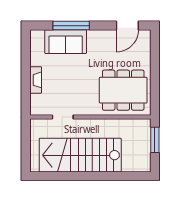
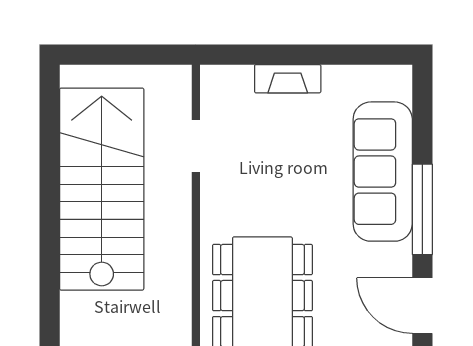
window: (71, 26) -> (422, 209), moved
sofa: (66, 42) -> (383, 172), width x1.36

